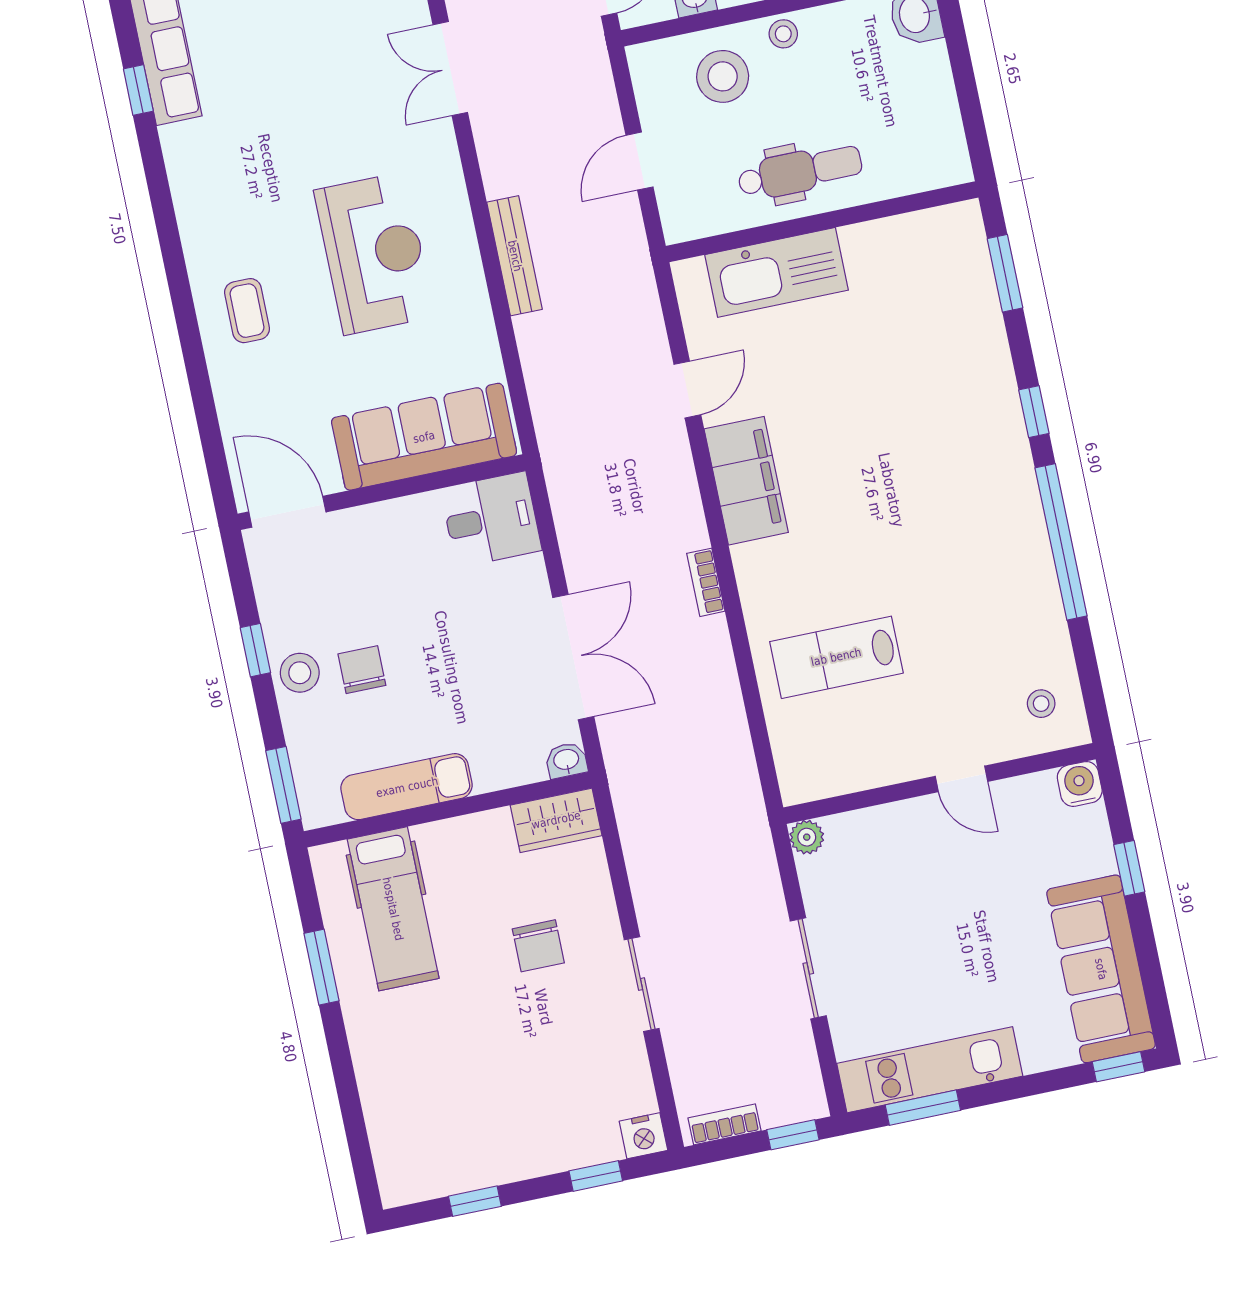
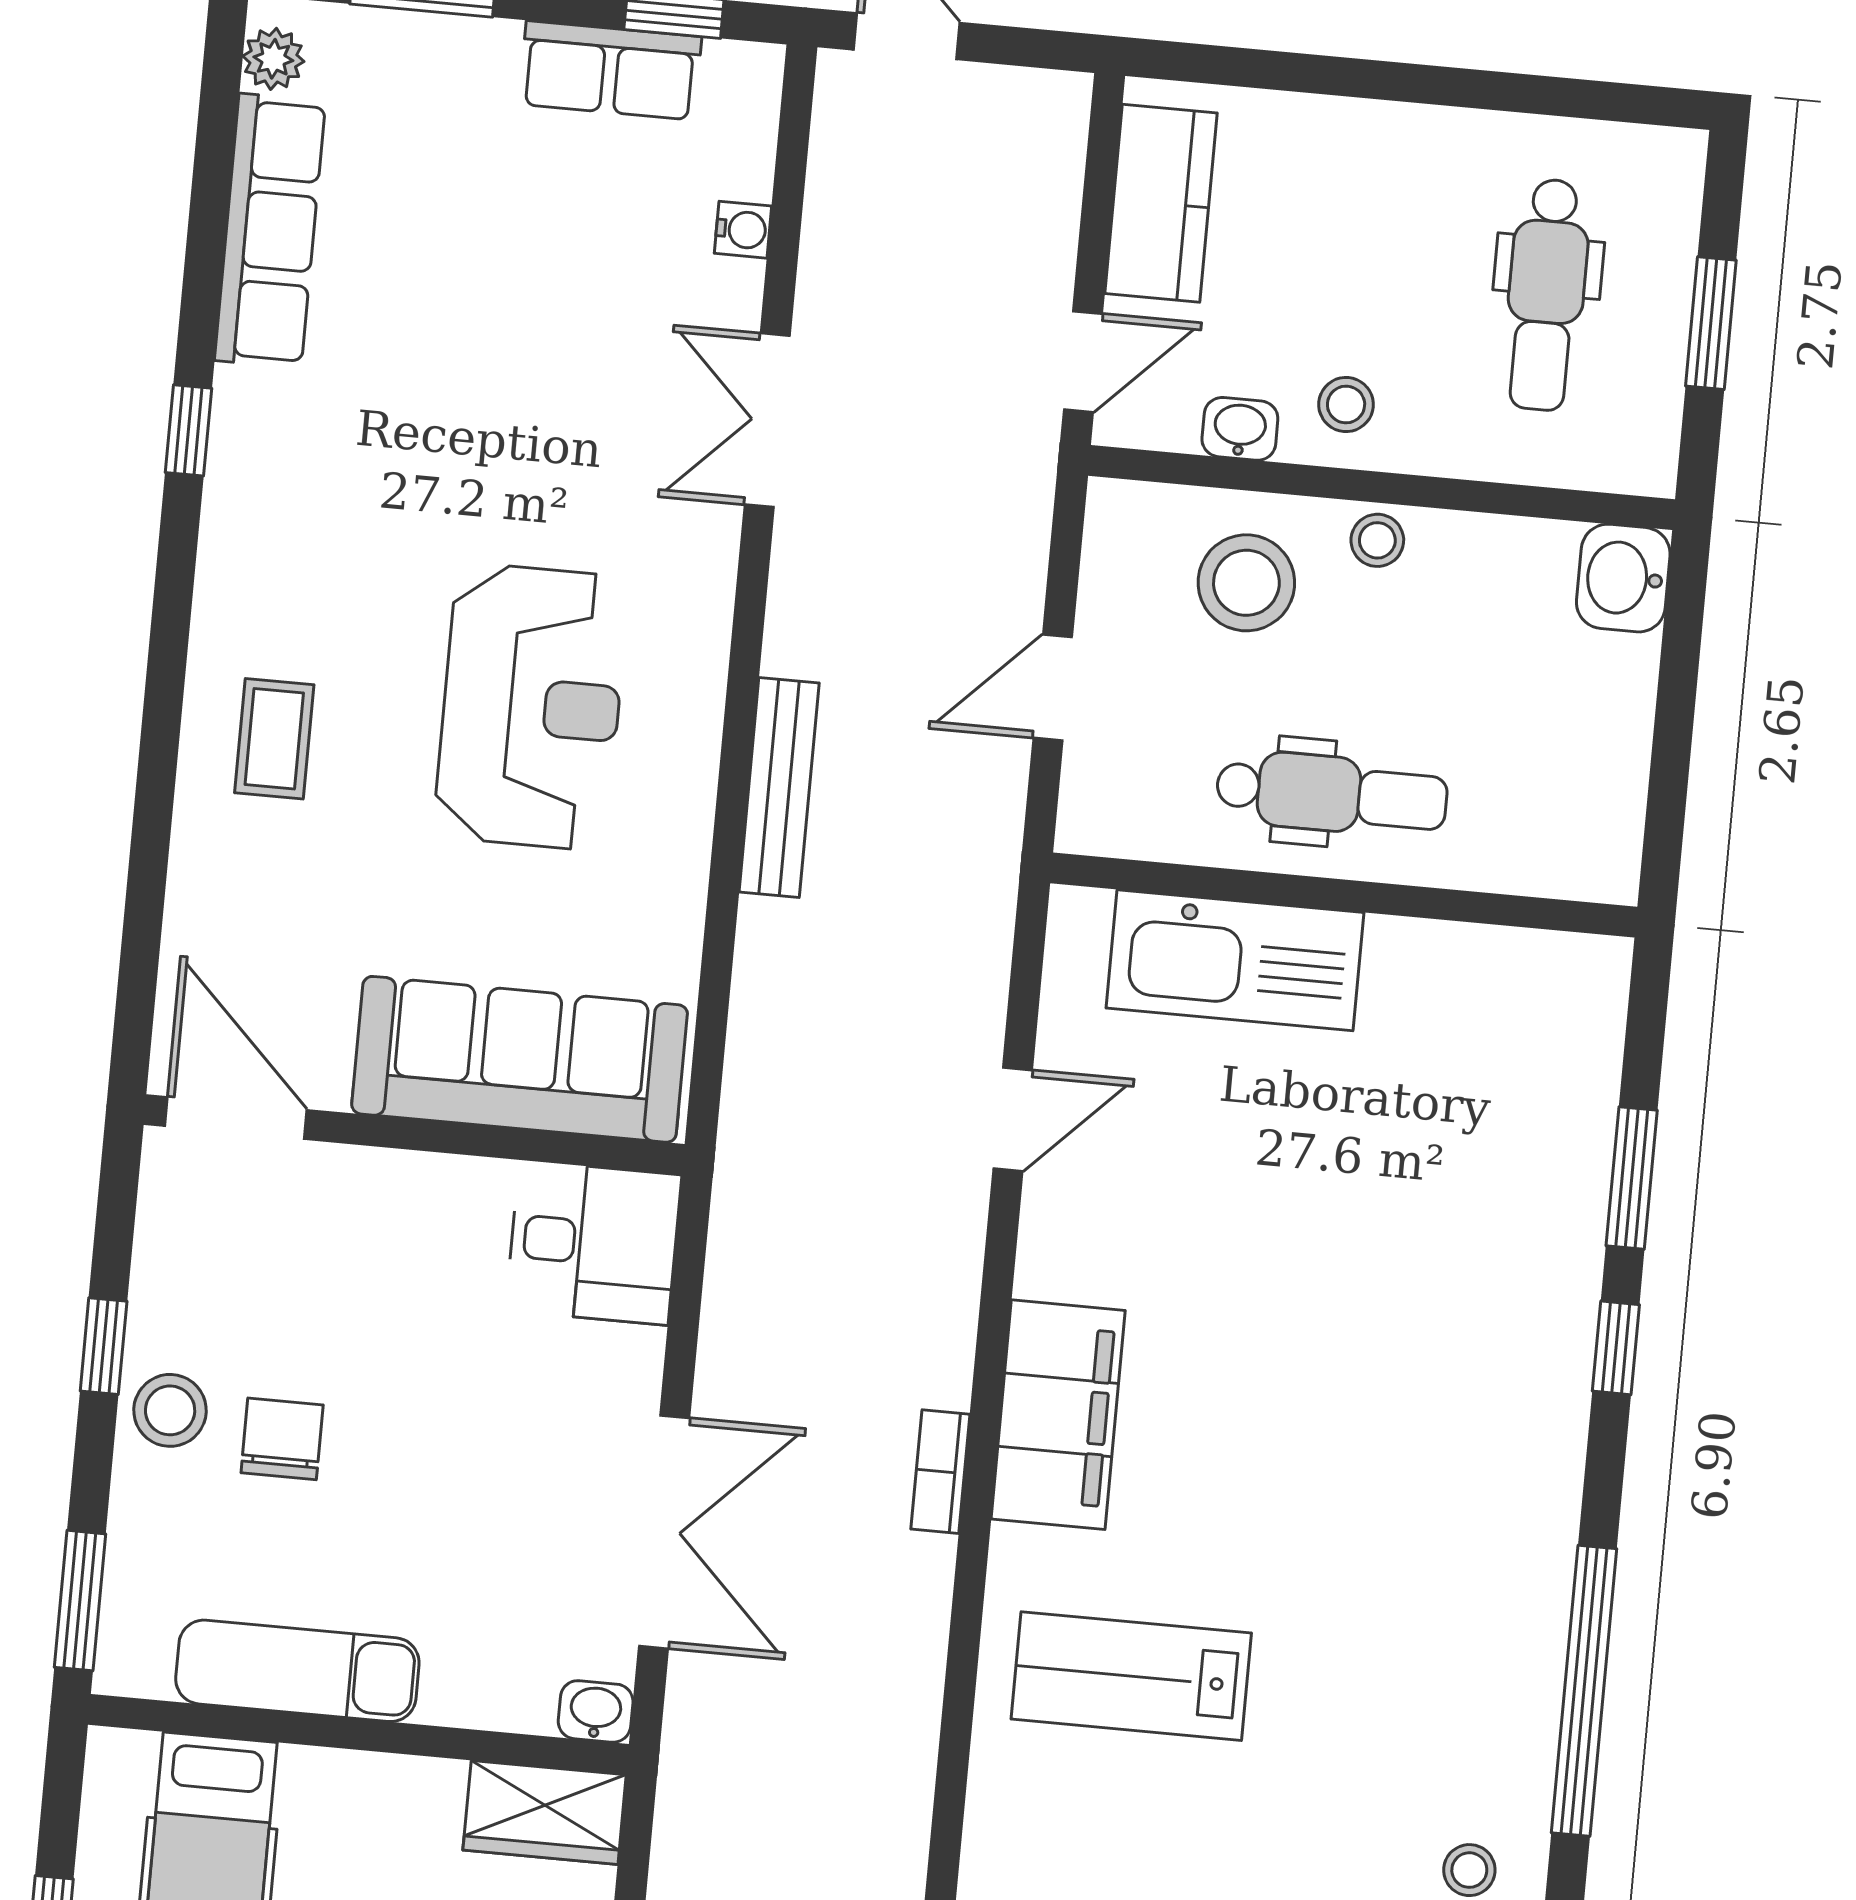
window: (138, 90) -> (189, 430), moved
window: (1005, 273) -> (1632, 1178), moved
filing cabinet: (746, 481) -> (1058, 1415), moved
window: (1061, 542) -> (1584, 1691), moved

